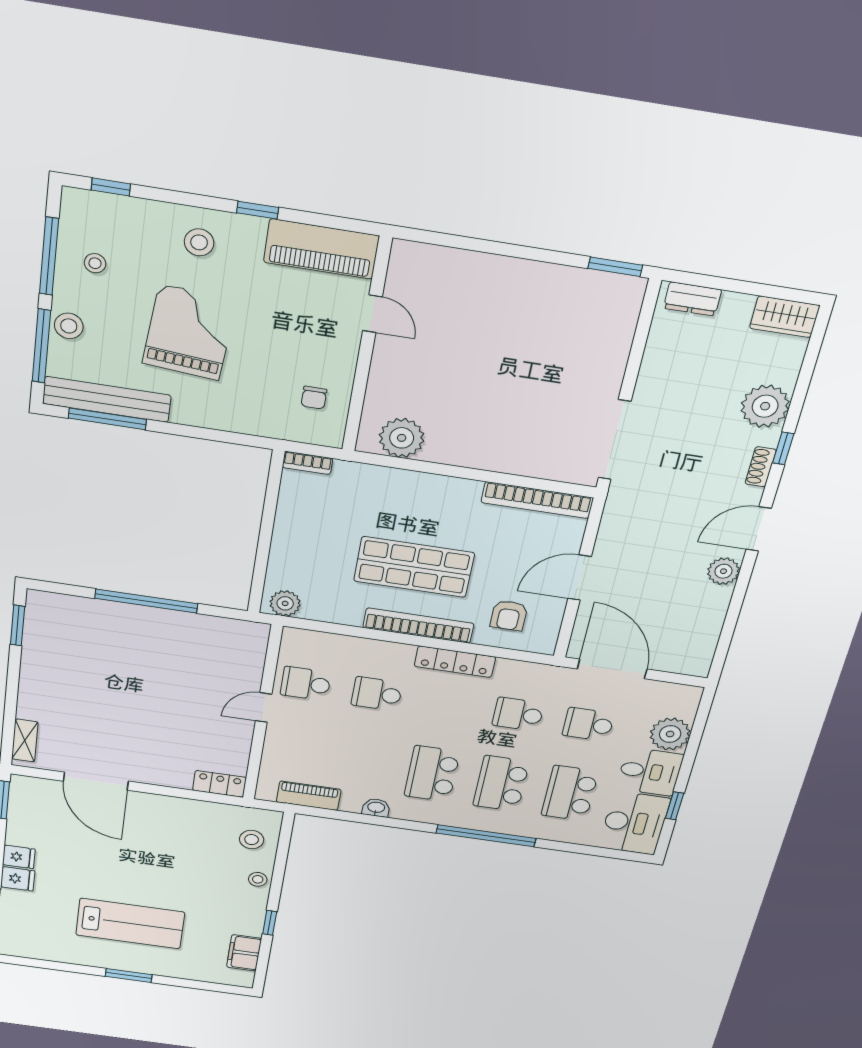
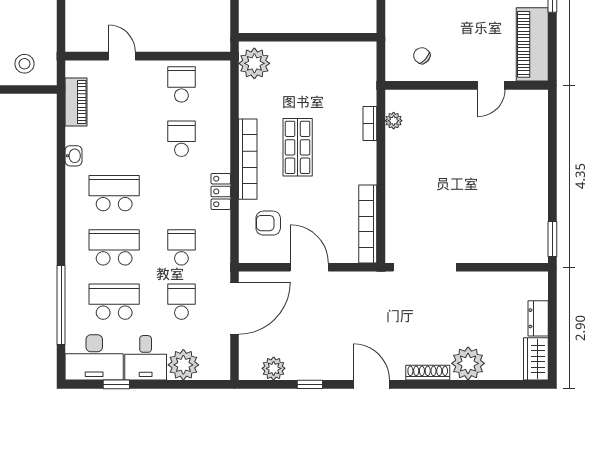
dresser: (692, 299) -> (538, 318), moved
chair: (314, 398) -> (422, 56), turned 43
plant: (402, 438) -> (394, 121), width x0.53, depth x0.53
window: (783, 448) -> (310, 384), moved
bookcase: (307, 463) -> (370, 123), moved
shoe rack: (761, 467) -> (428, 373), width x1.43
shop shelf: (414, 567) -> (298, 147), width x0.70, depth x0.74
plant: (723, 571) -> (274, 368), moved
plant: (285, 603) -> (254, 63), width x1.36, depth x1.36
locker: (455, 662) -> (221, 191), width x0.66
door: (264, 707) -> (122, 56), moved
locker: (219, 784) -> (75, 32), removed
window: (486, 836) -> (61, 305), moved

